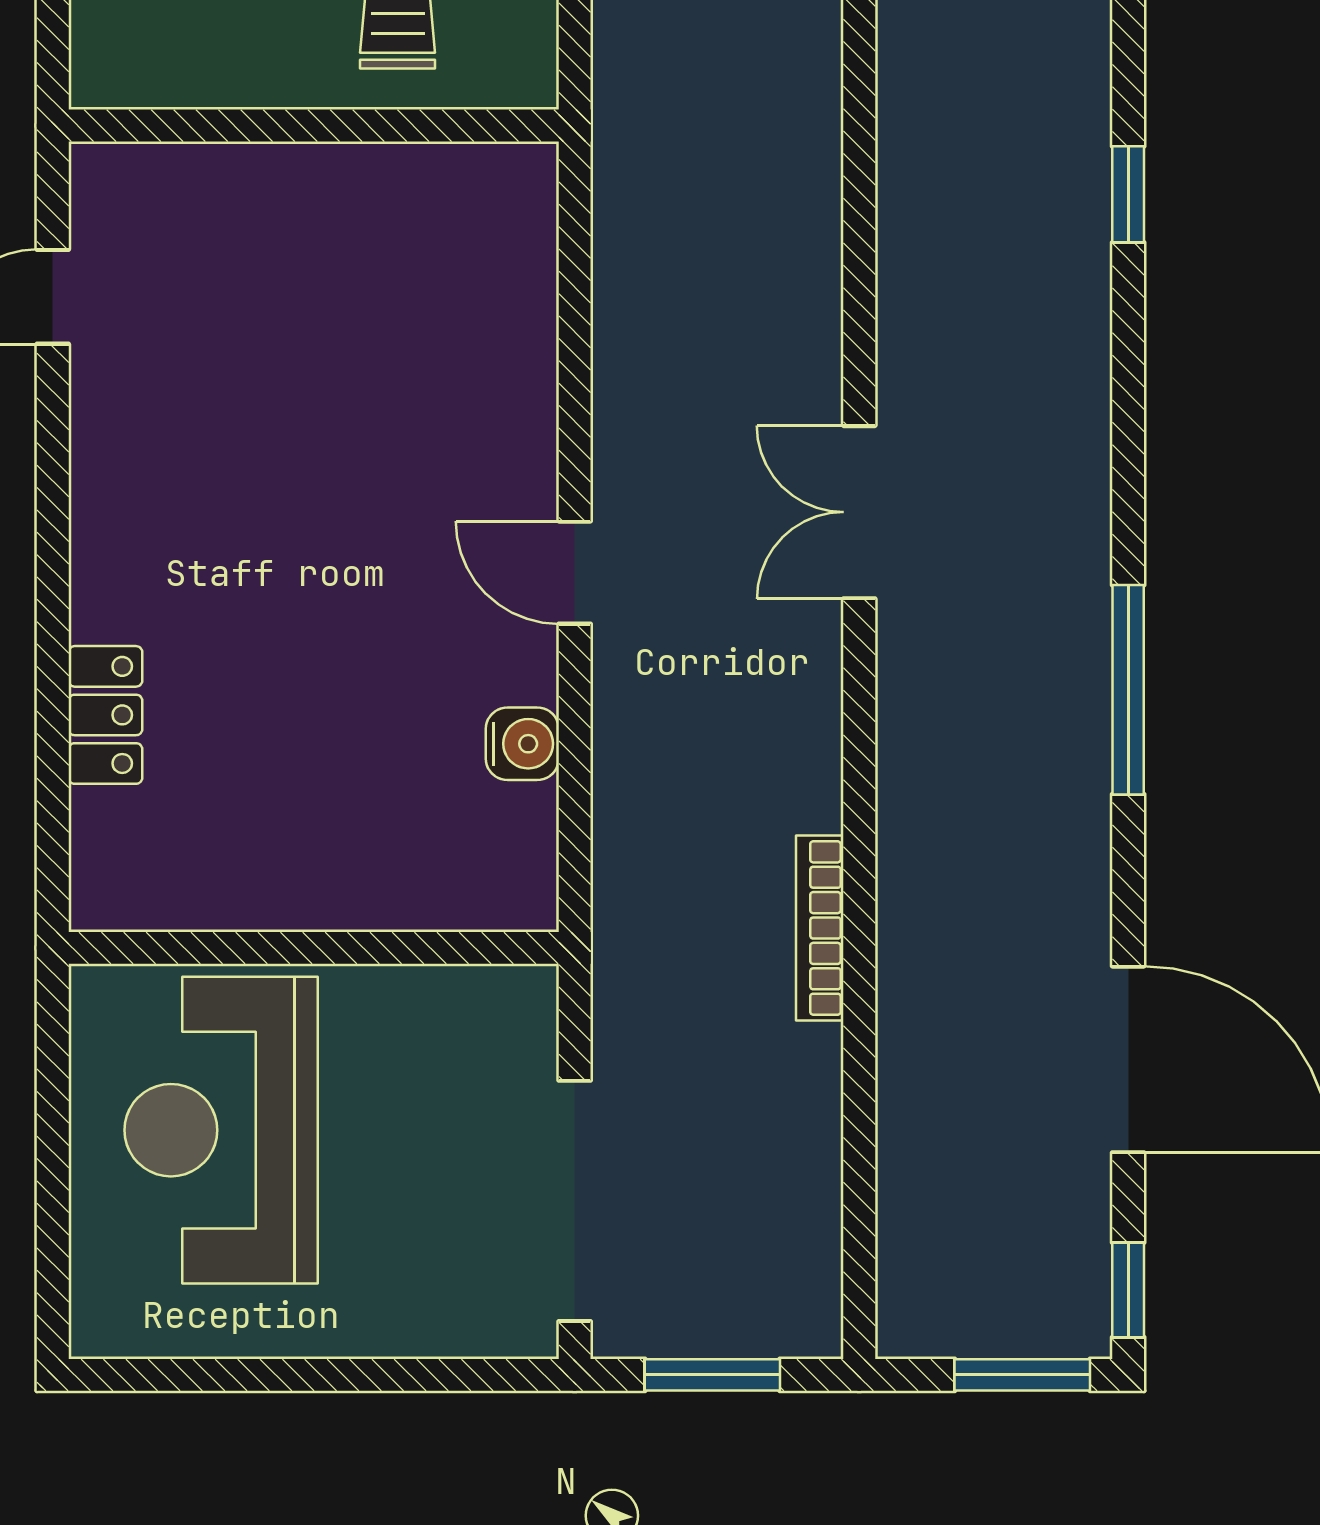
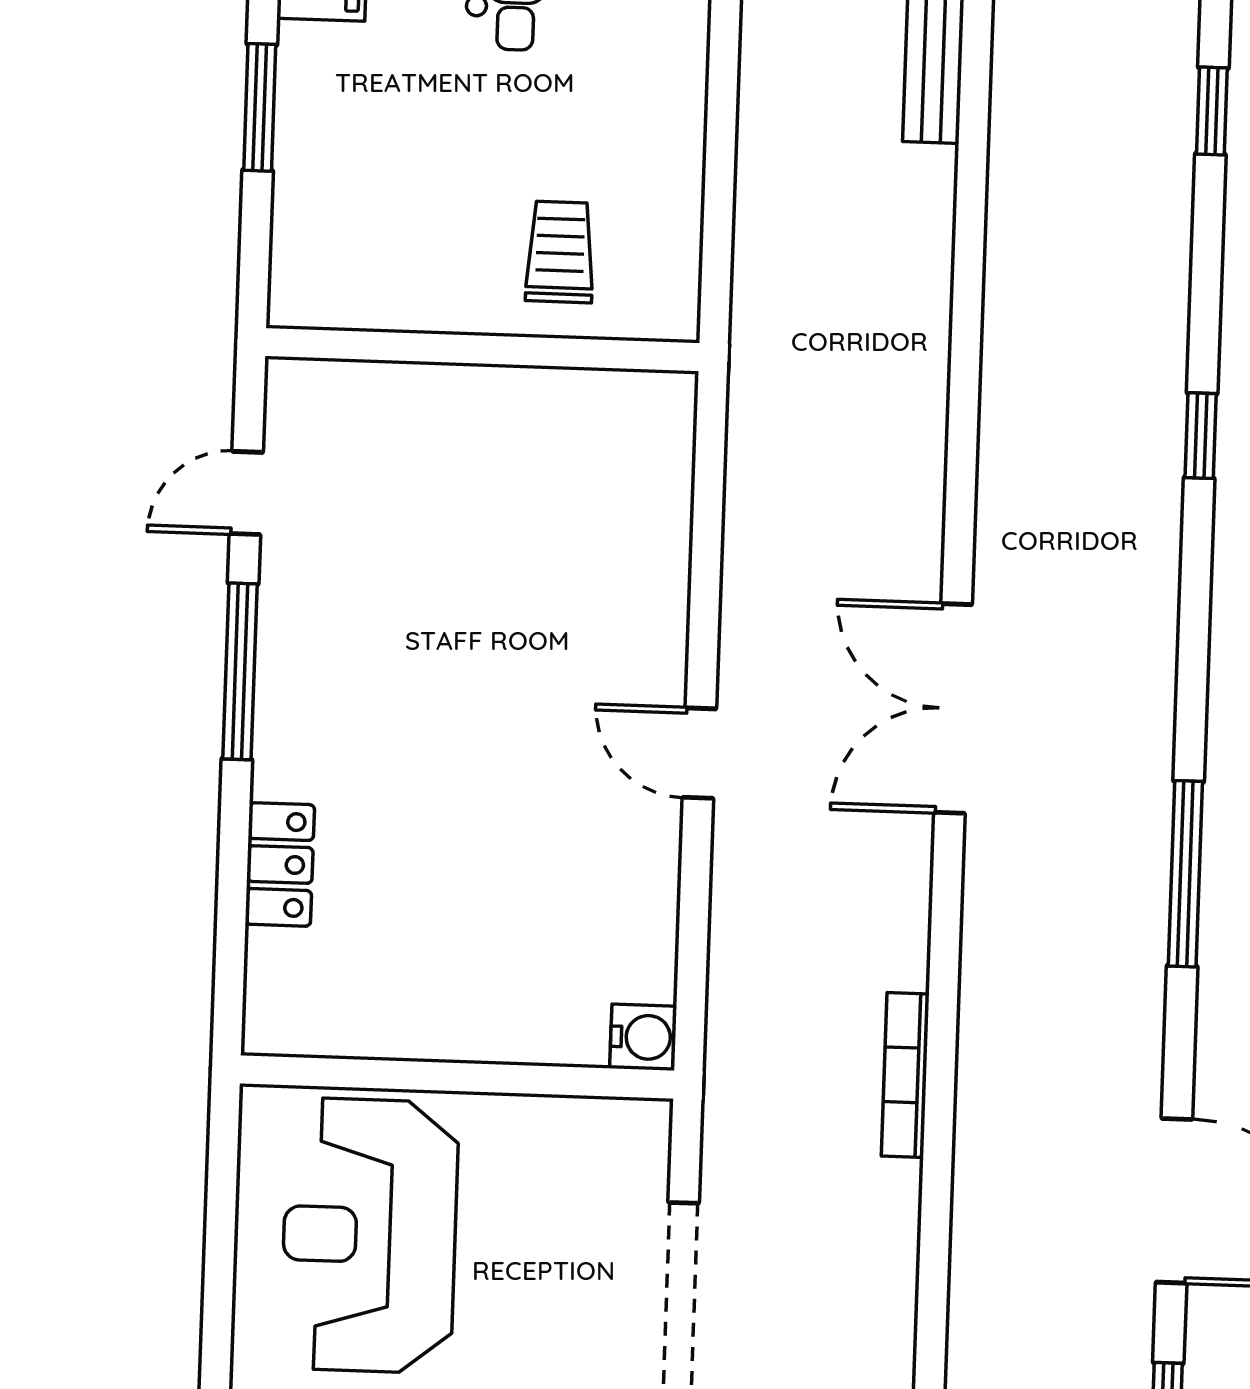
window: (53, 498) -> (240, 671), added
double door: (859, 512) -> (953, 708), width x1.37
water cooler: (522, 744) -> (643, 1037), moved

